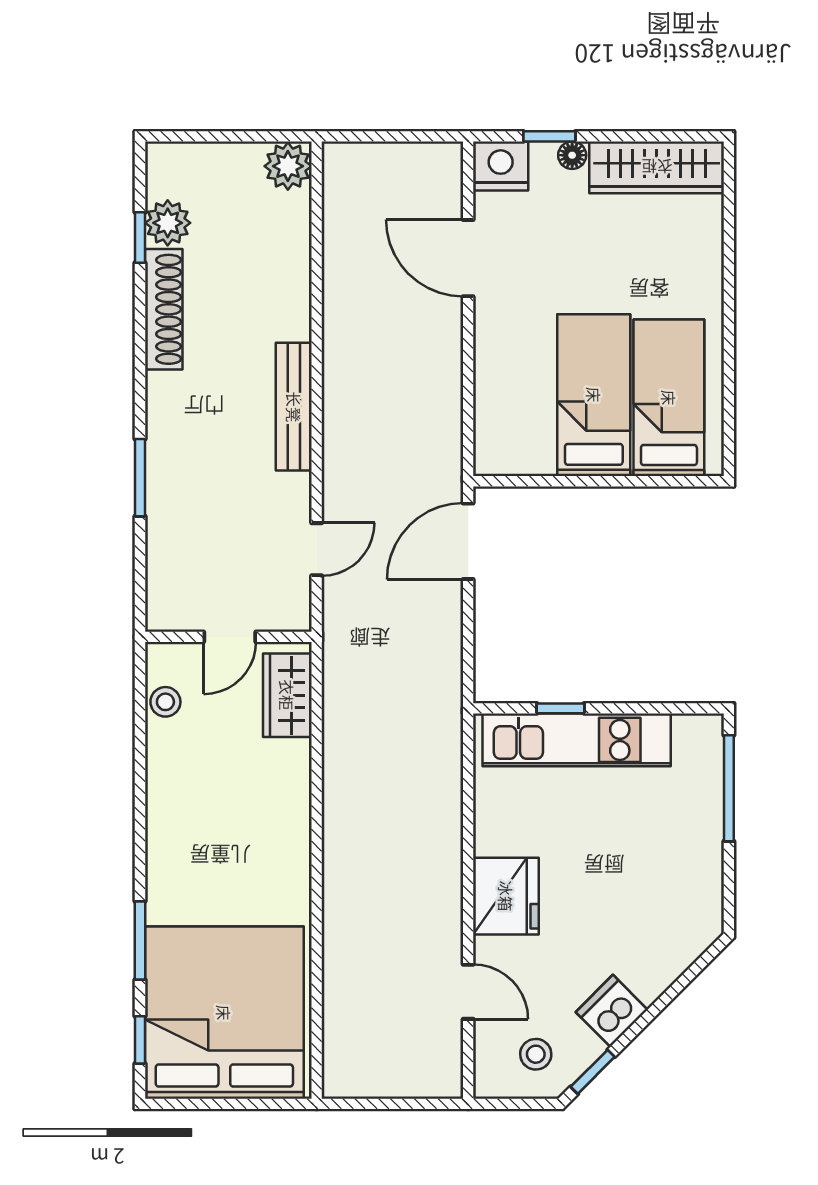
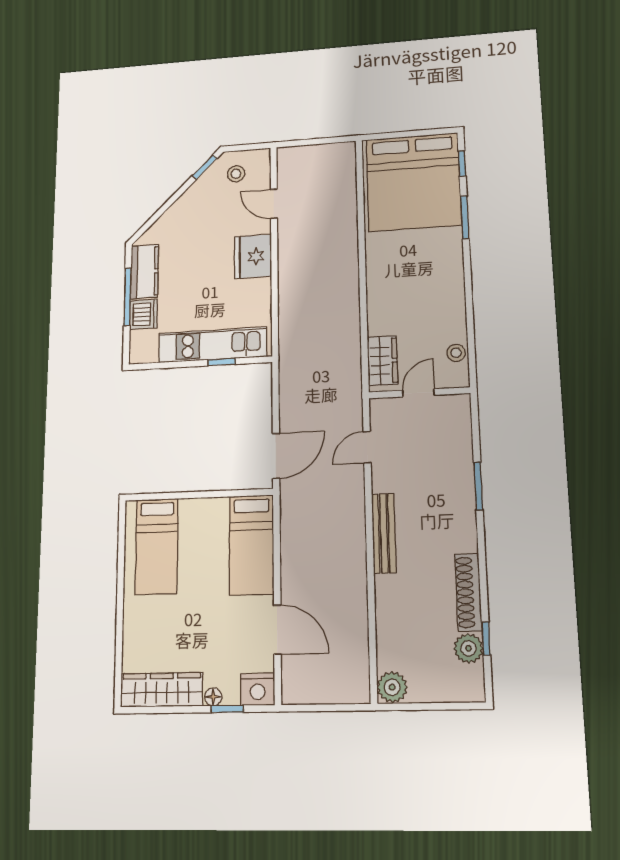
bed: (594, 395) -> (252, 545), moved
window: (729, 788) -> (127, 297), moved
kitchen counter: (699, 882) -> (144, 272), added
dishwasher: (612, 1011) -> (144, 314), moved, turned -45

